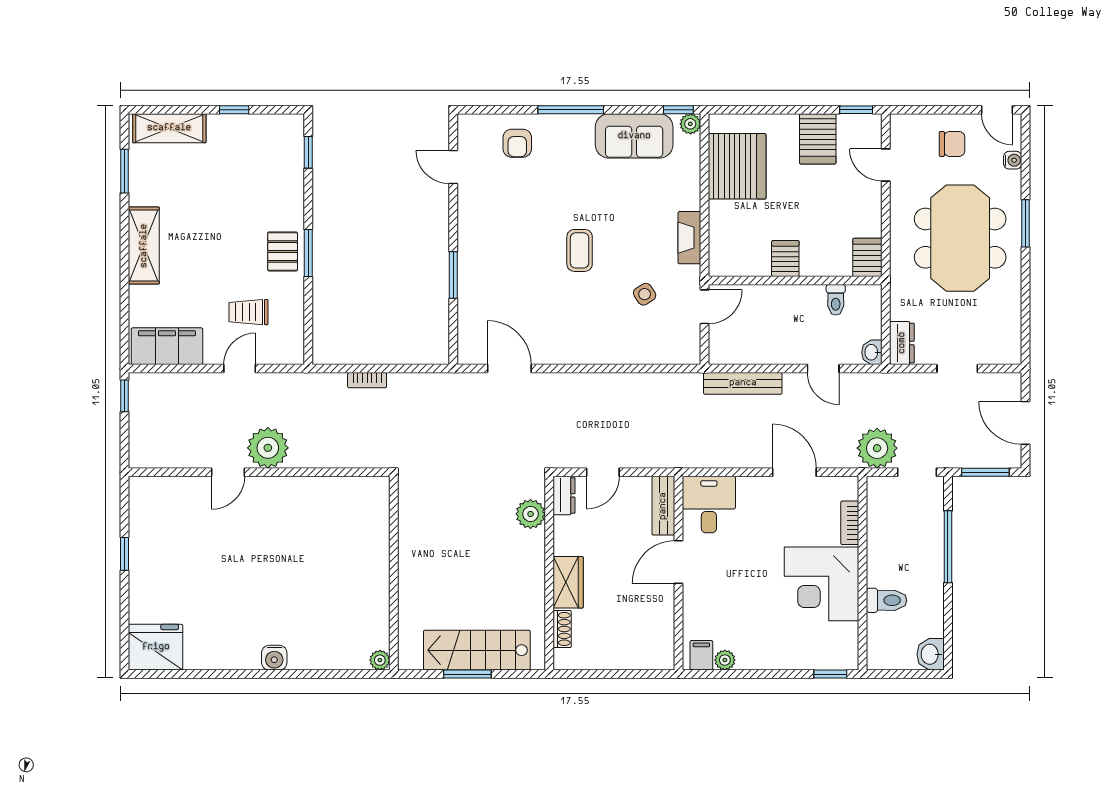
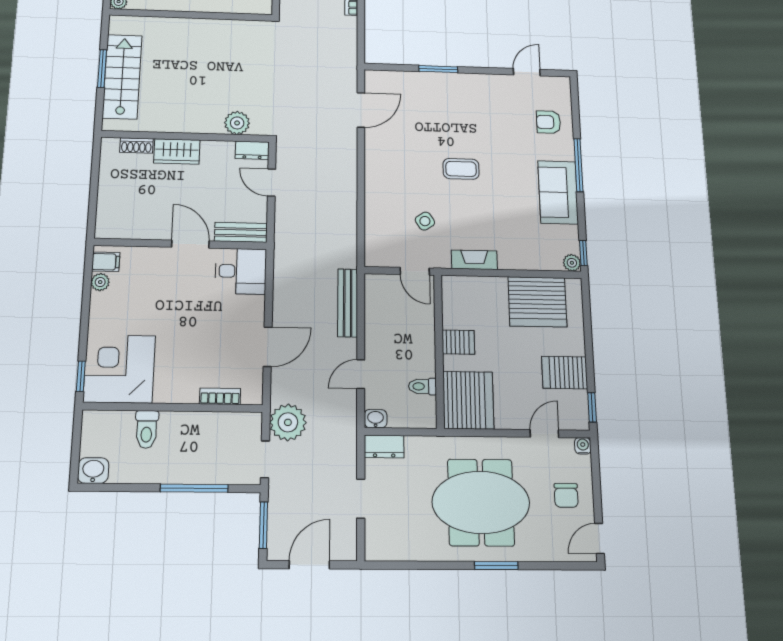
sofa: (634, 136) -> (558, 192), moved
water cooler: (1013, 160) -> (583, 446), moved, turned 180
server rack: (867, 257) -> (468, 400), width x2.18, depth x1.44
corner desk: (821, 584) -> (119, 369), moved

